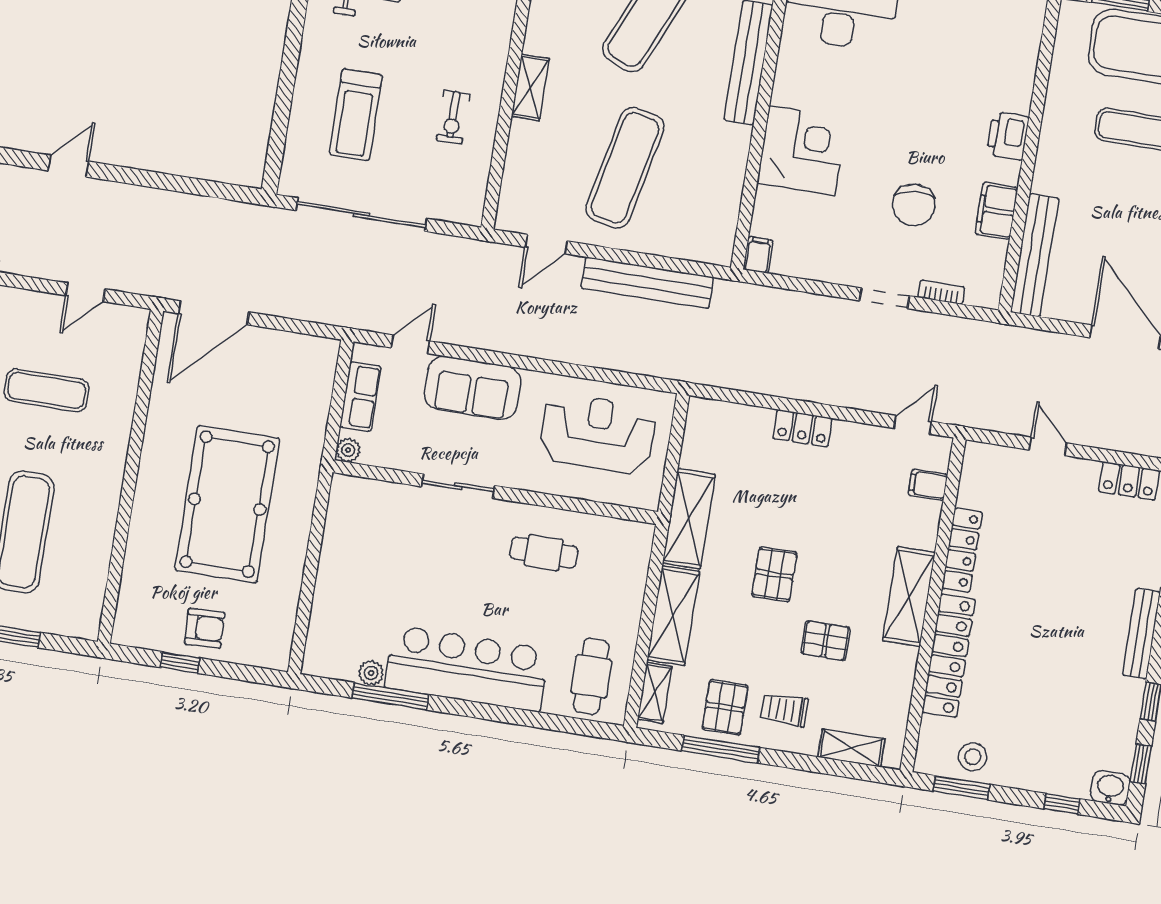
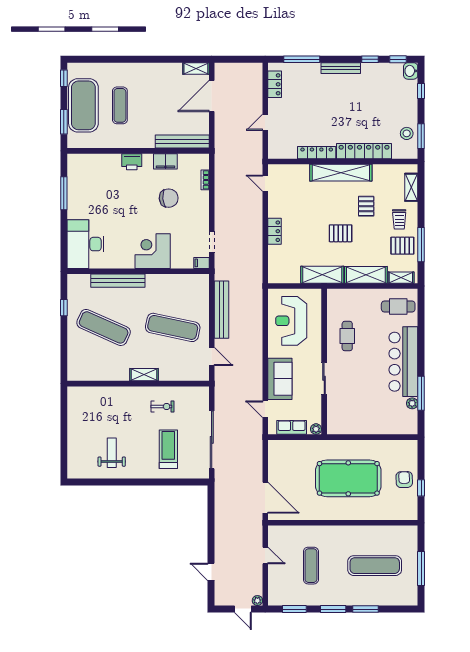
treadmill: (356, 115) -> (168, 449), turned -90
doorway: (884, 298) -> (212, 242), moved
filing cabinet: (928, 485) -> (290, 172), removed
shelving: (909, 597) -> (341, 173), width x1.47

